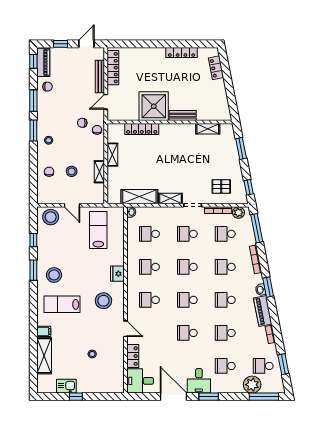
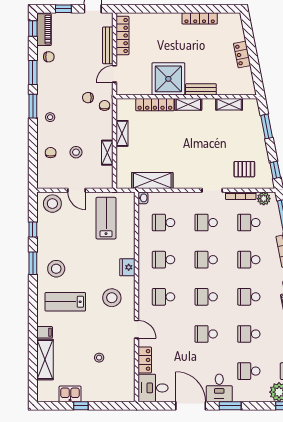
locker: (216, 68) -> (242, 54), moved
shelving: (170, 199) -> (188, 104), moved

